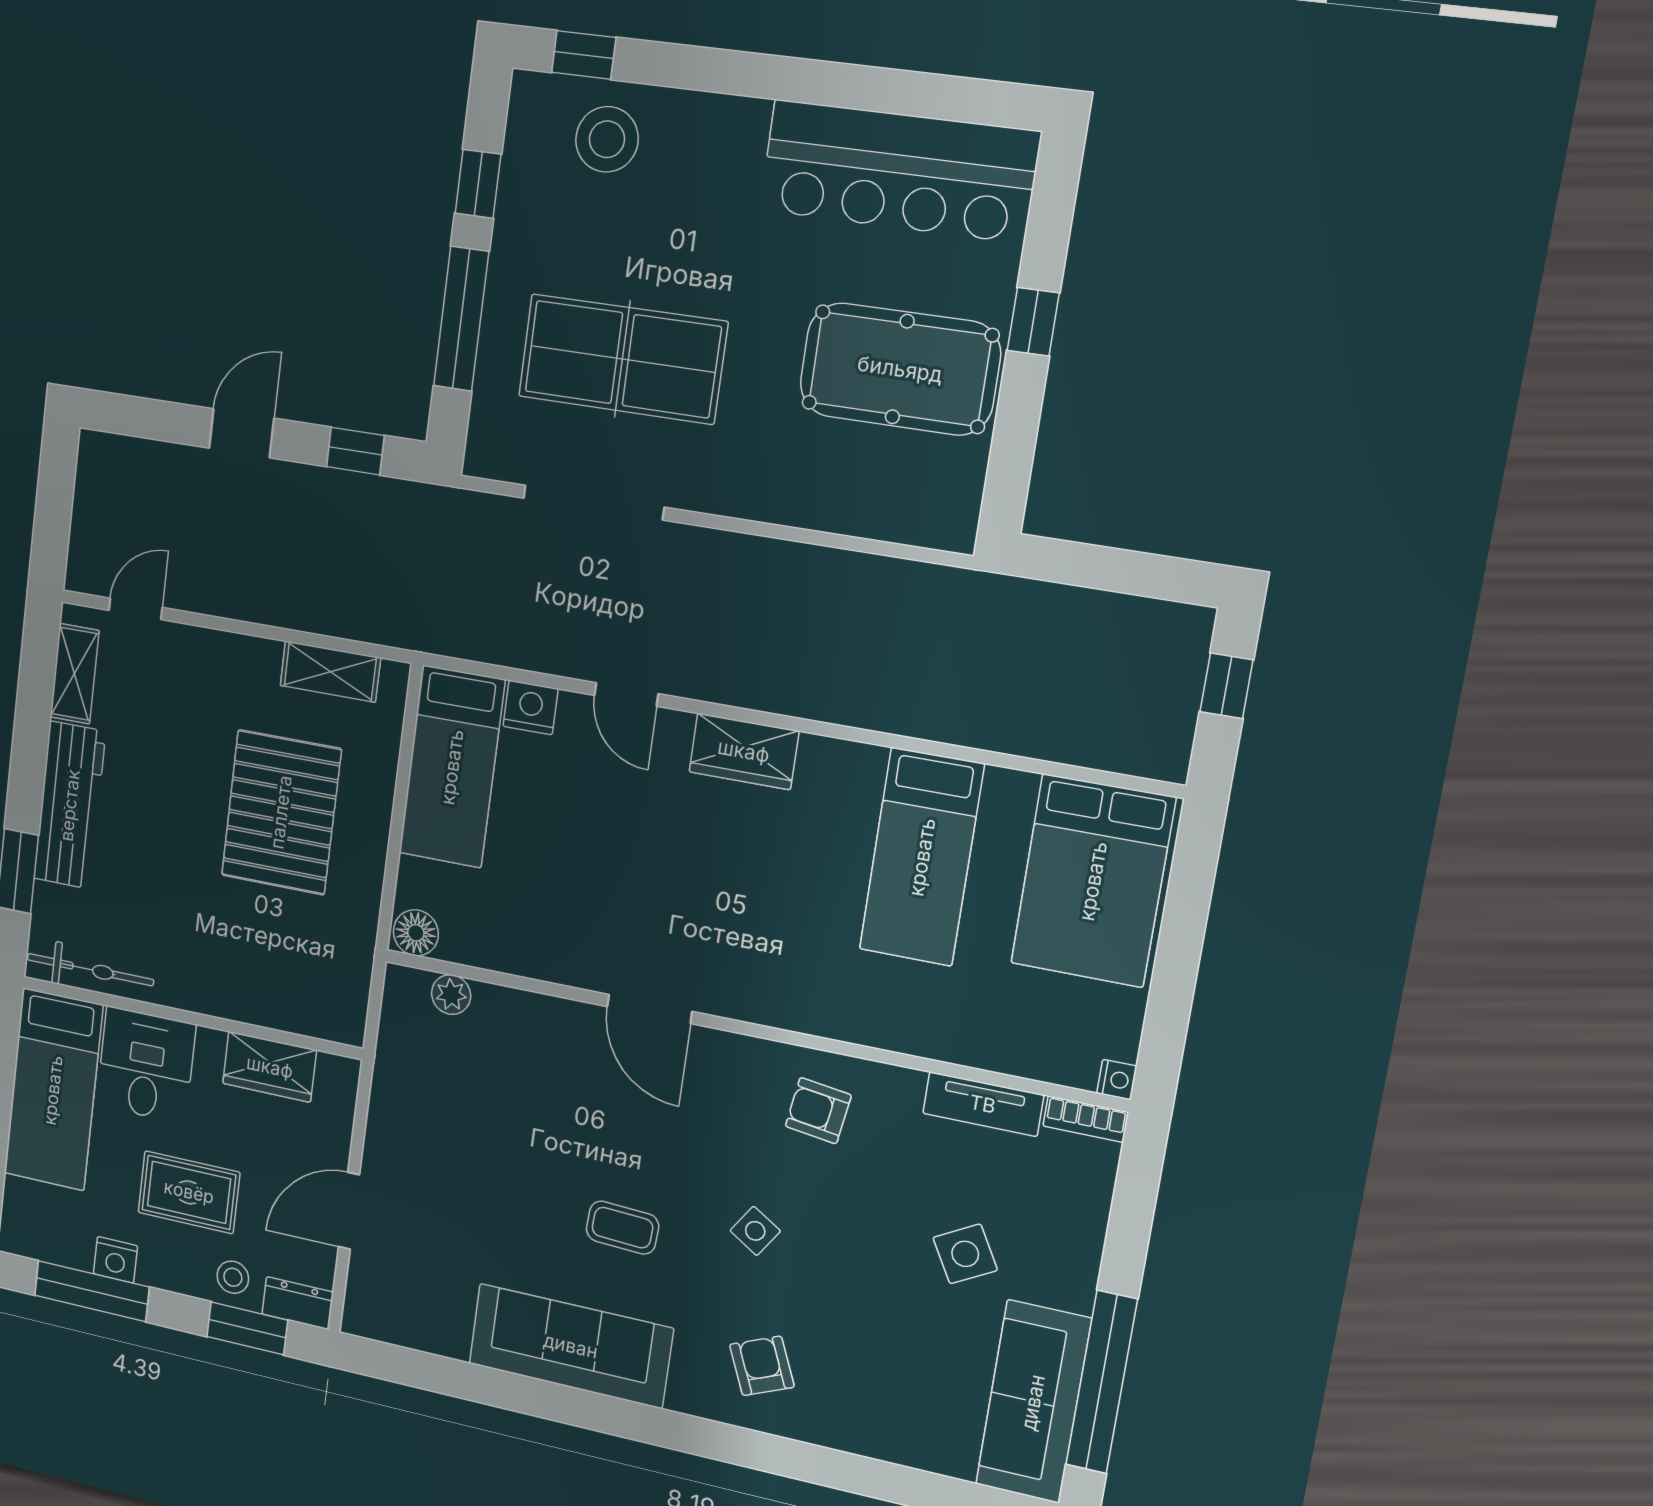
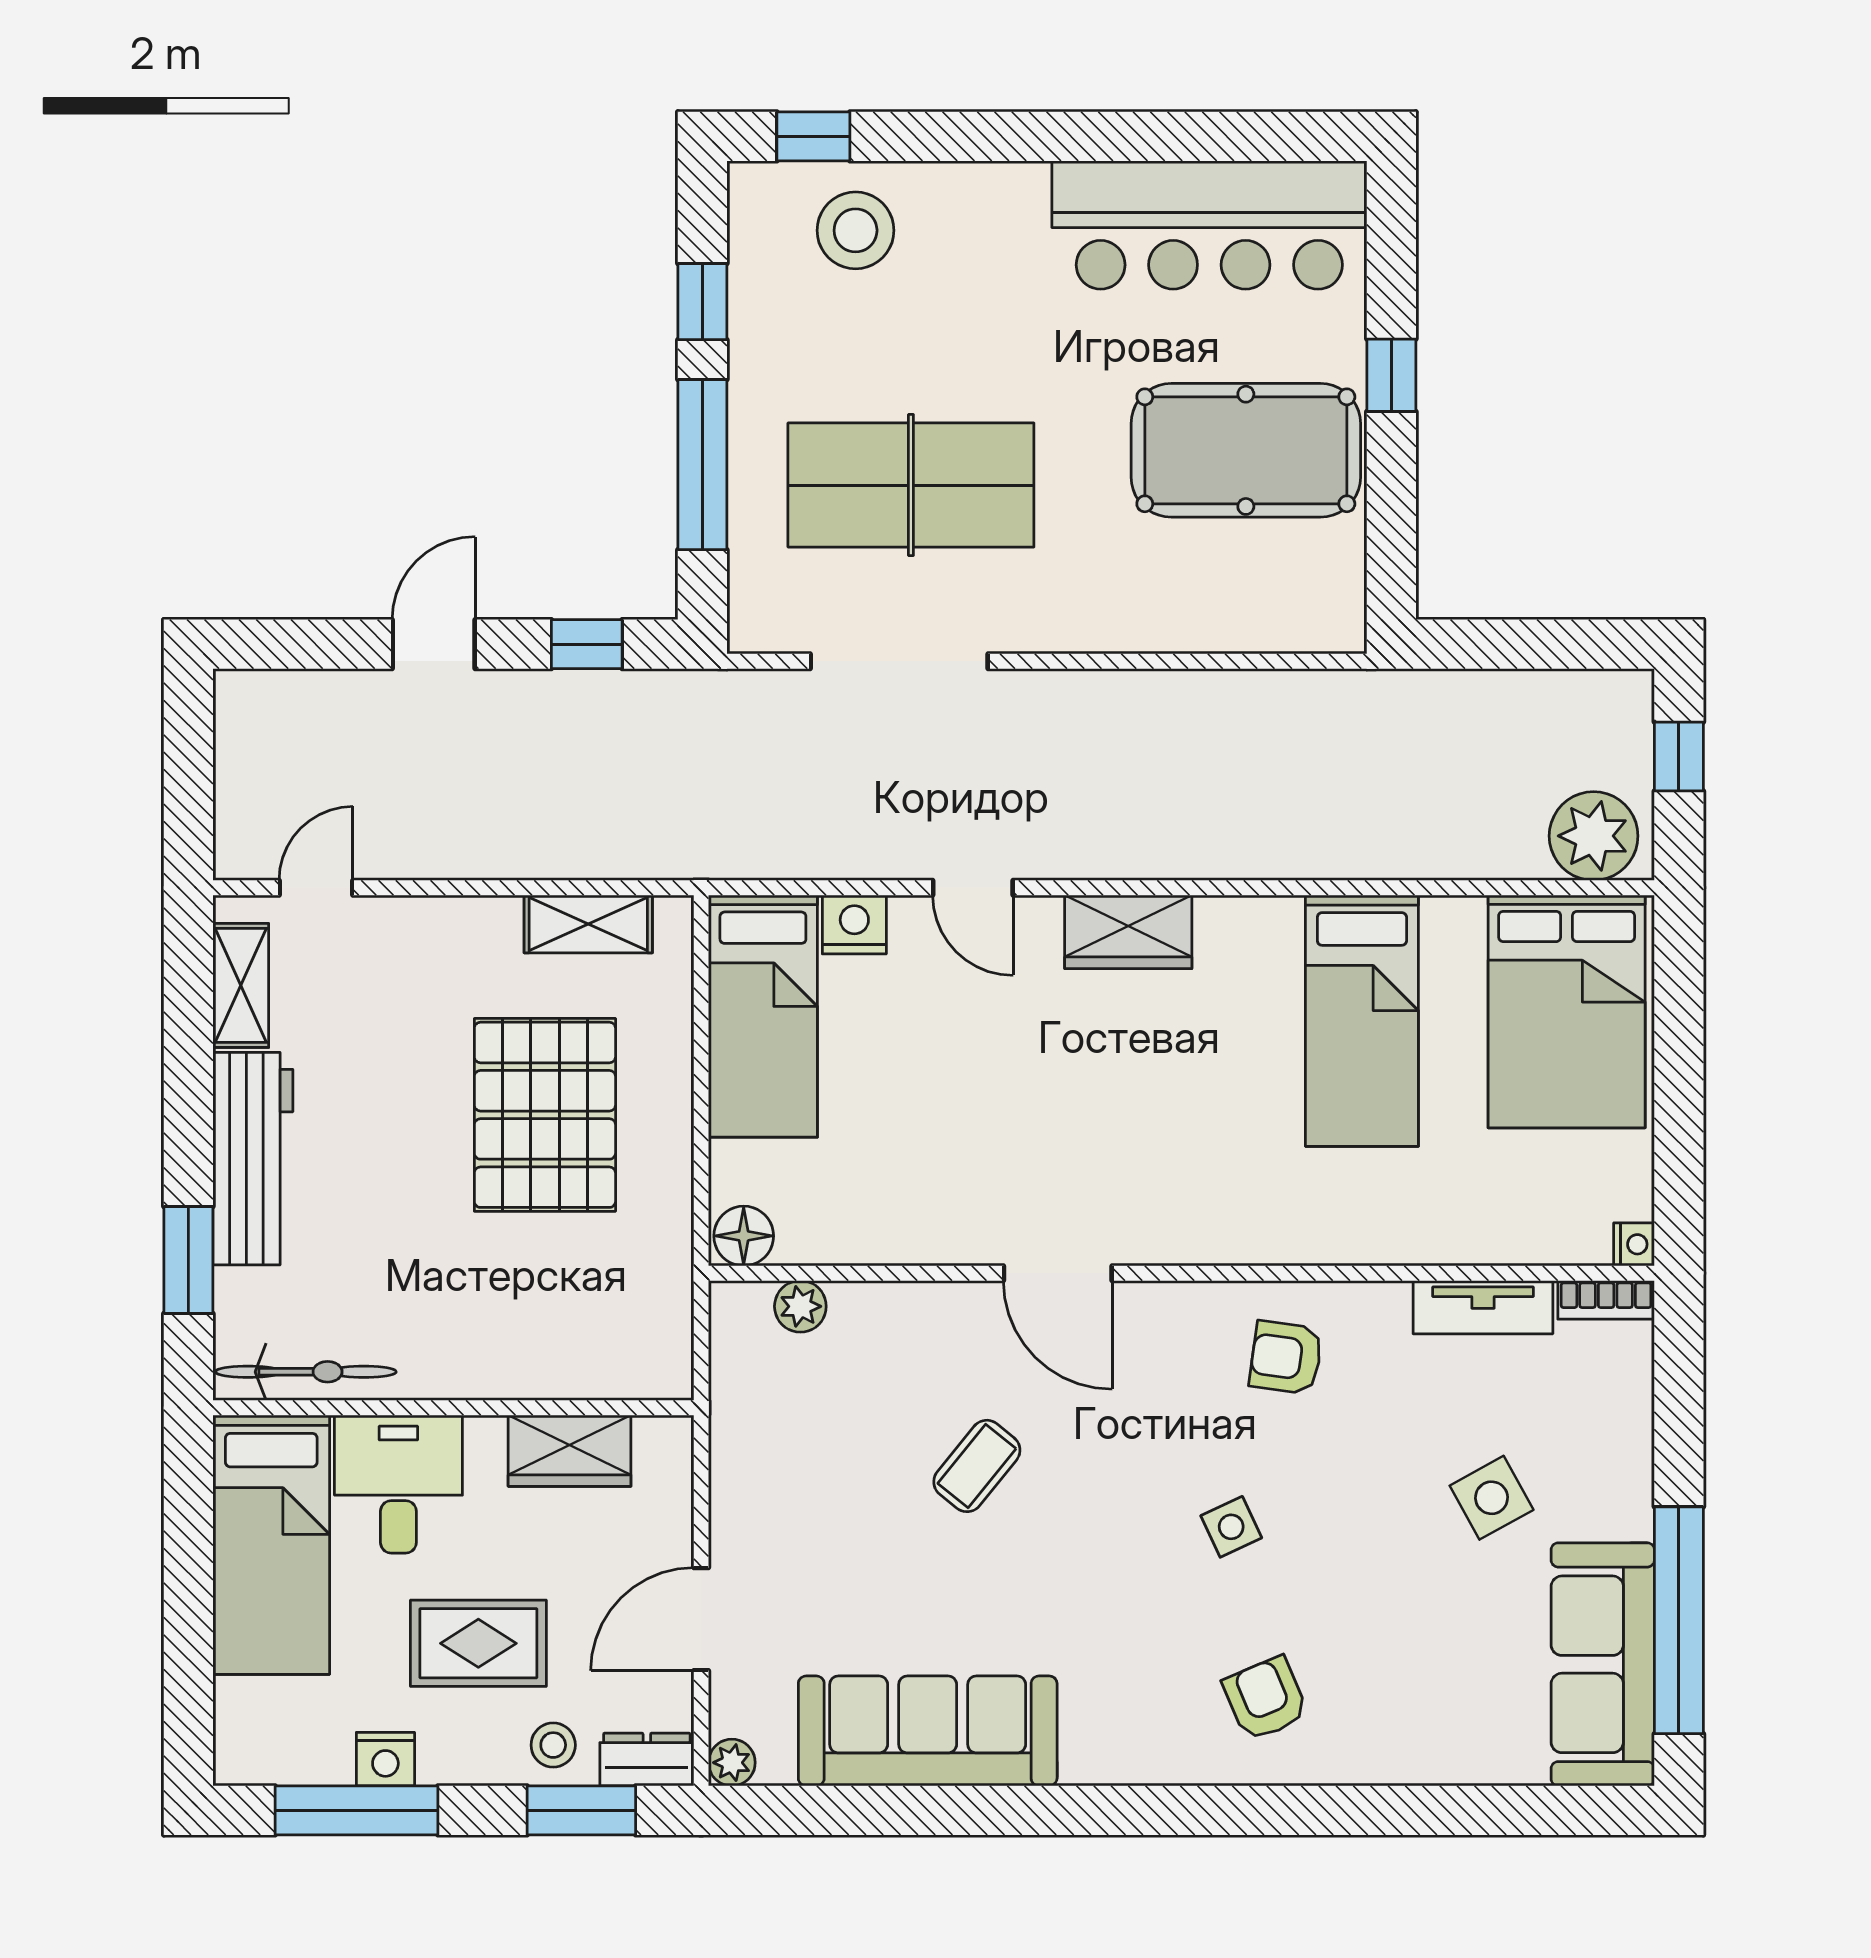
plant: (1141, 740) -> (1594, 836), added
coffee table: (622, 1228) -> (977, 1466), moved, turned -54
side table: (755, 1231) -> (1231, 1527), turned 32
plant: (358, 1320) -> (732, 1763), added
sofa: (571, 1346) -> (928, 1731), moved

